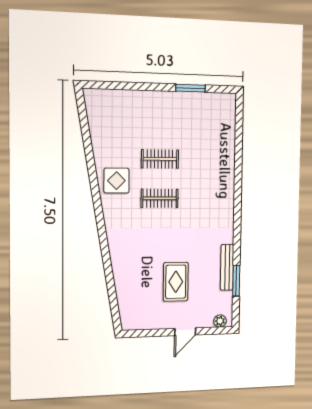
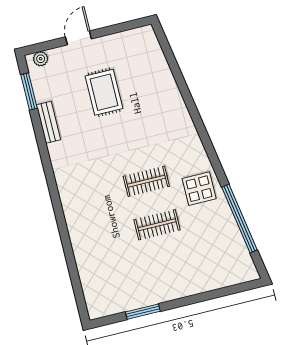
window: (88, 146) -> (239, 219), added
bench: (227, 267) -> (48, 122), width x0.73
window: (236, 281) -> (29, 91), moved

